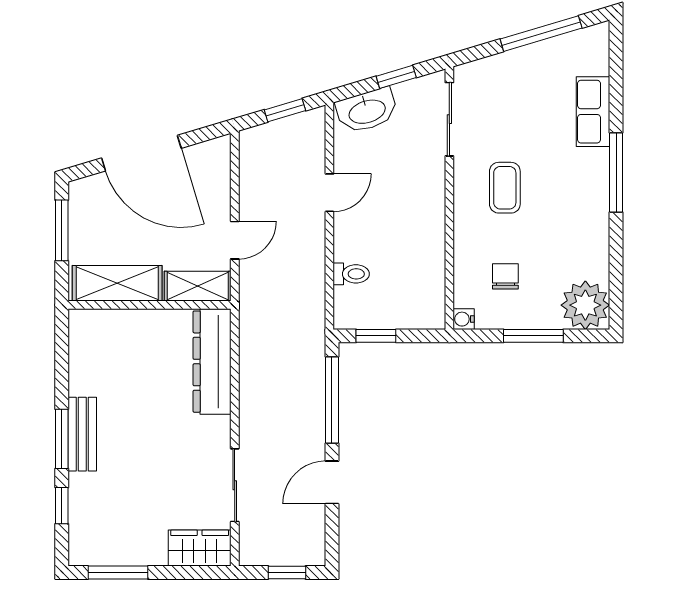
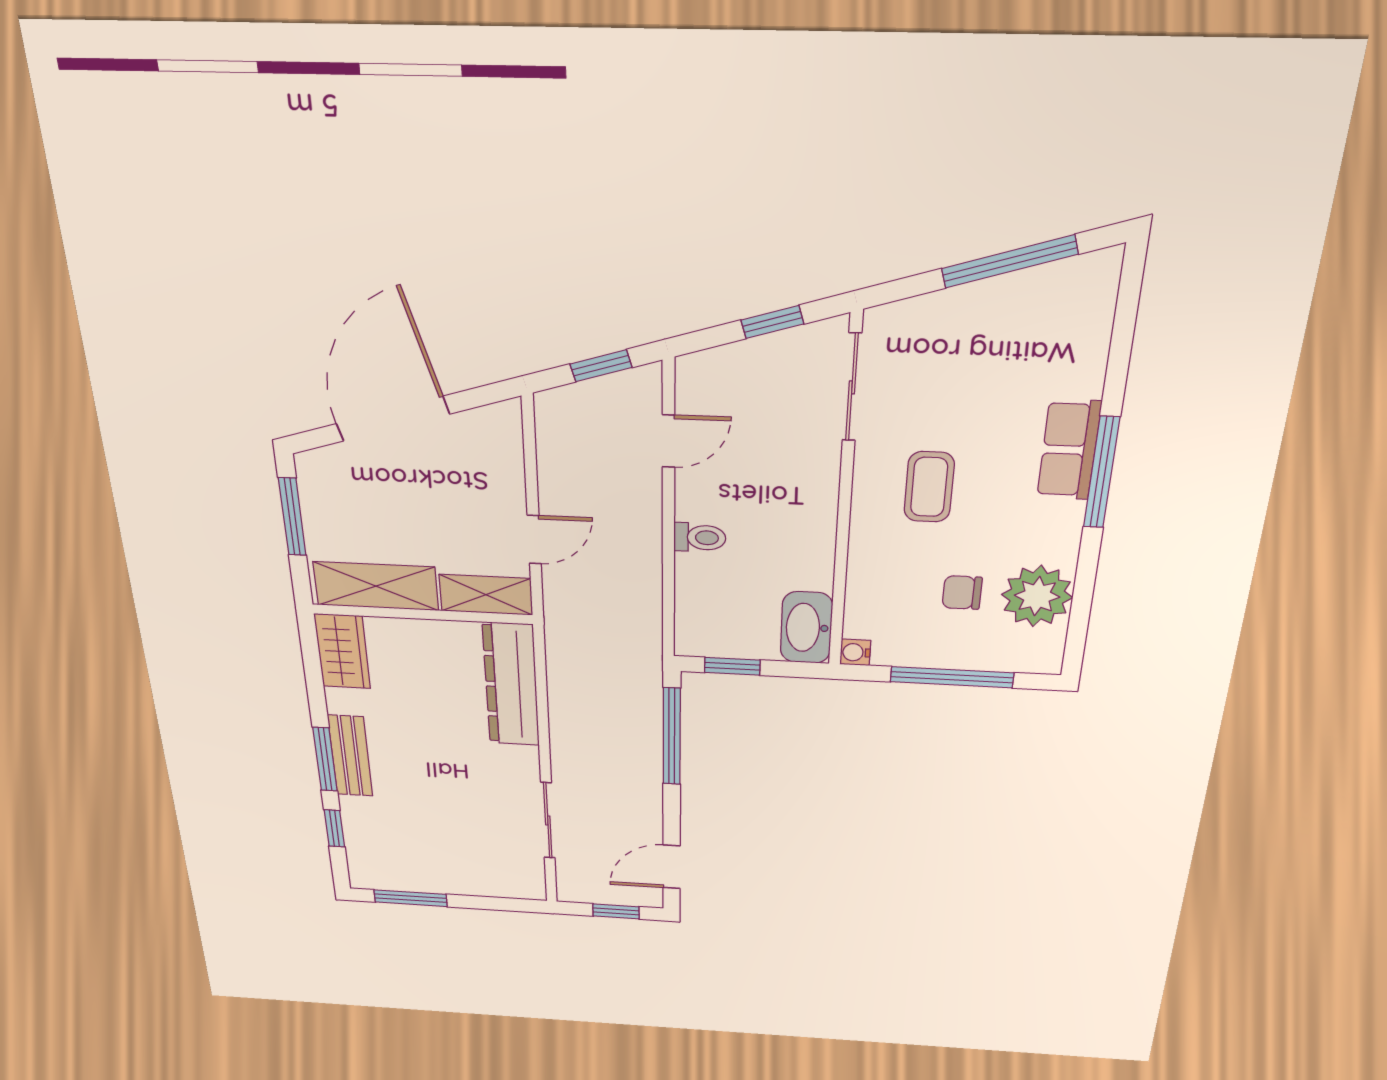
washbasin: (367, 111) -> (806, 628), moved, turned 107
row of seats: (593, 112) -> (1069, 450), moved
door: (141, 153) -> (393, 419), swing flipped
door: (329, 193) -> (668, 441), moved
toilet: (351, 274) -> (700, 538), moved
chair: (505, 276) -> (962, 593), moved, turned -90
plant: (585, 305) -> (1037, 596), moved
window: (533, 336) -> (952, 677), width x1.44
door: (332, 482) -> (672, 867), moved
wardrobe: (200, 548) -> (342, 651), moved, turned 90

